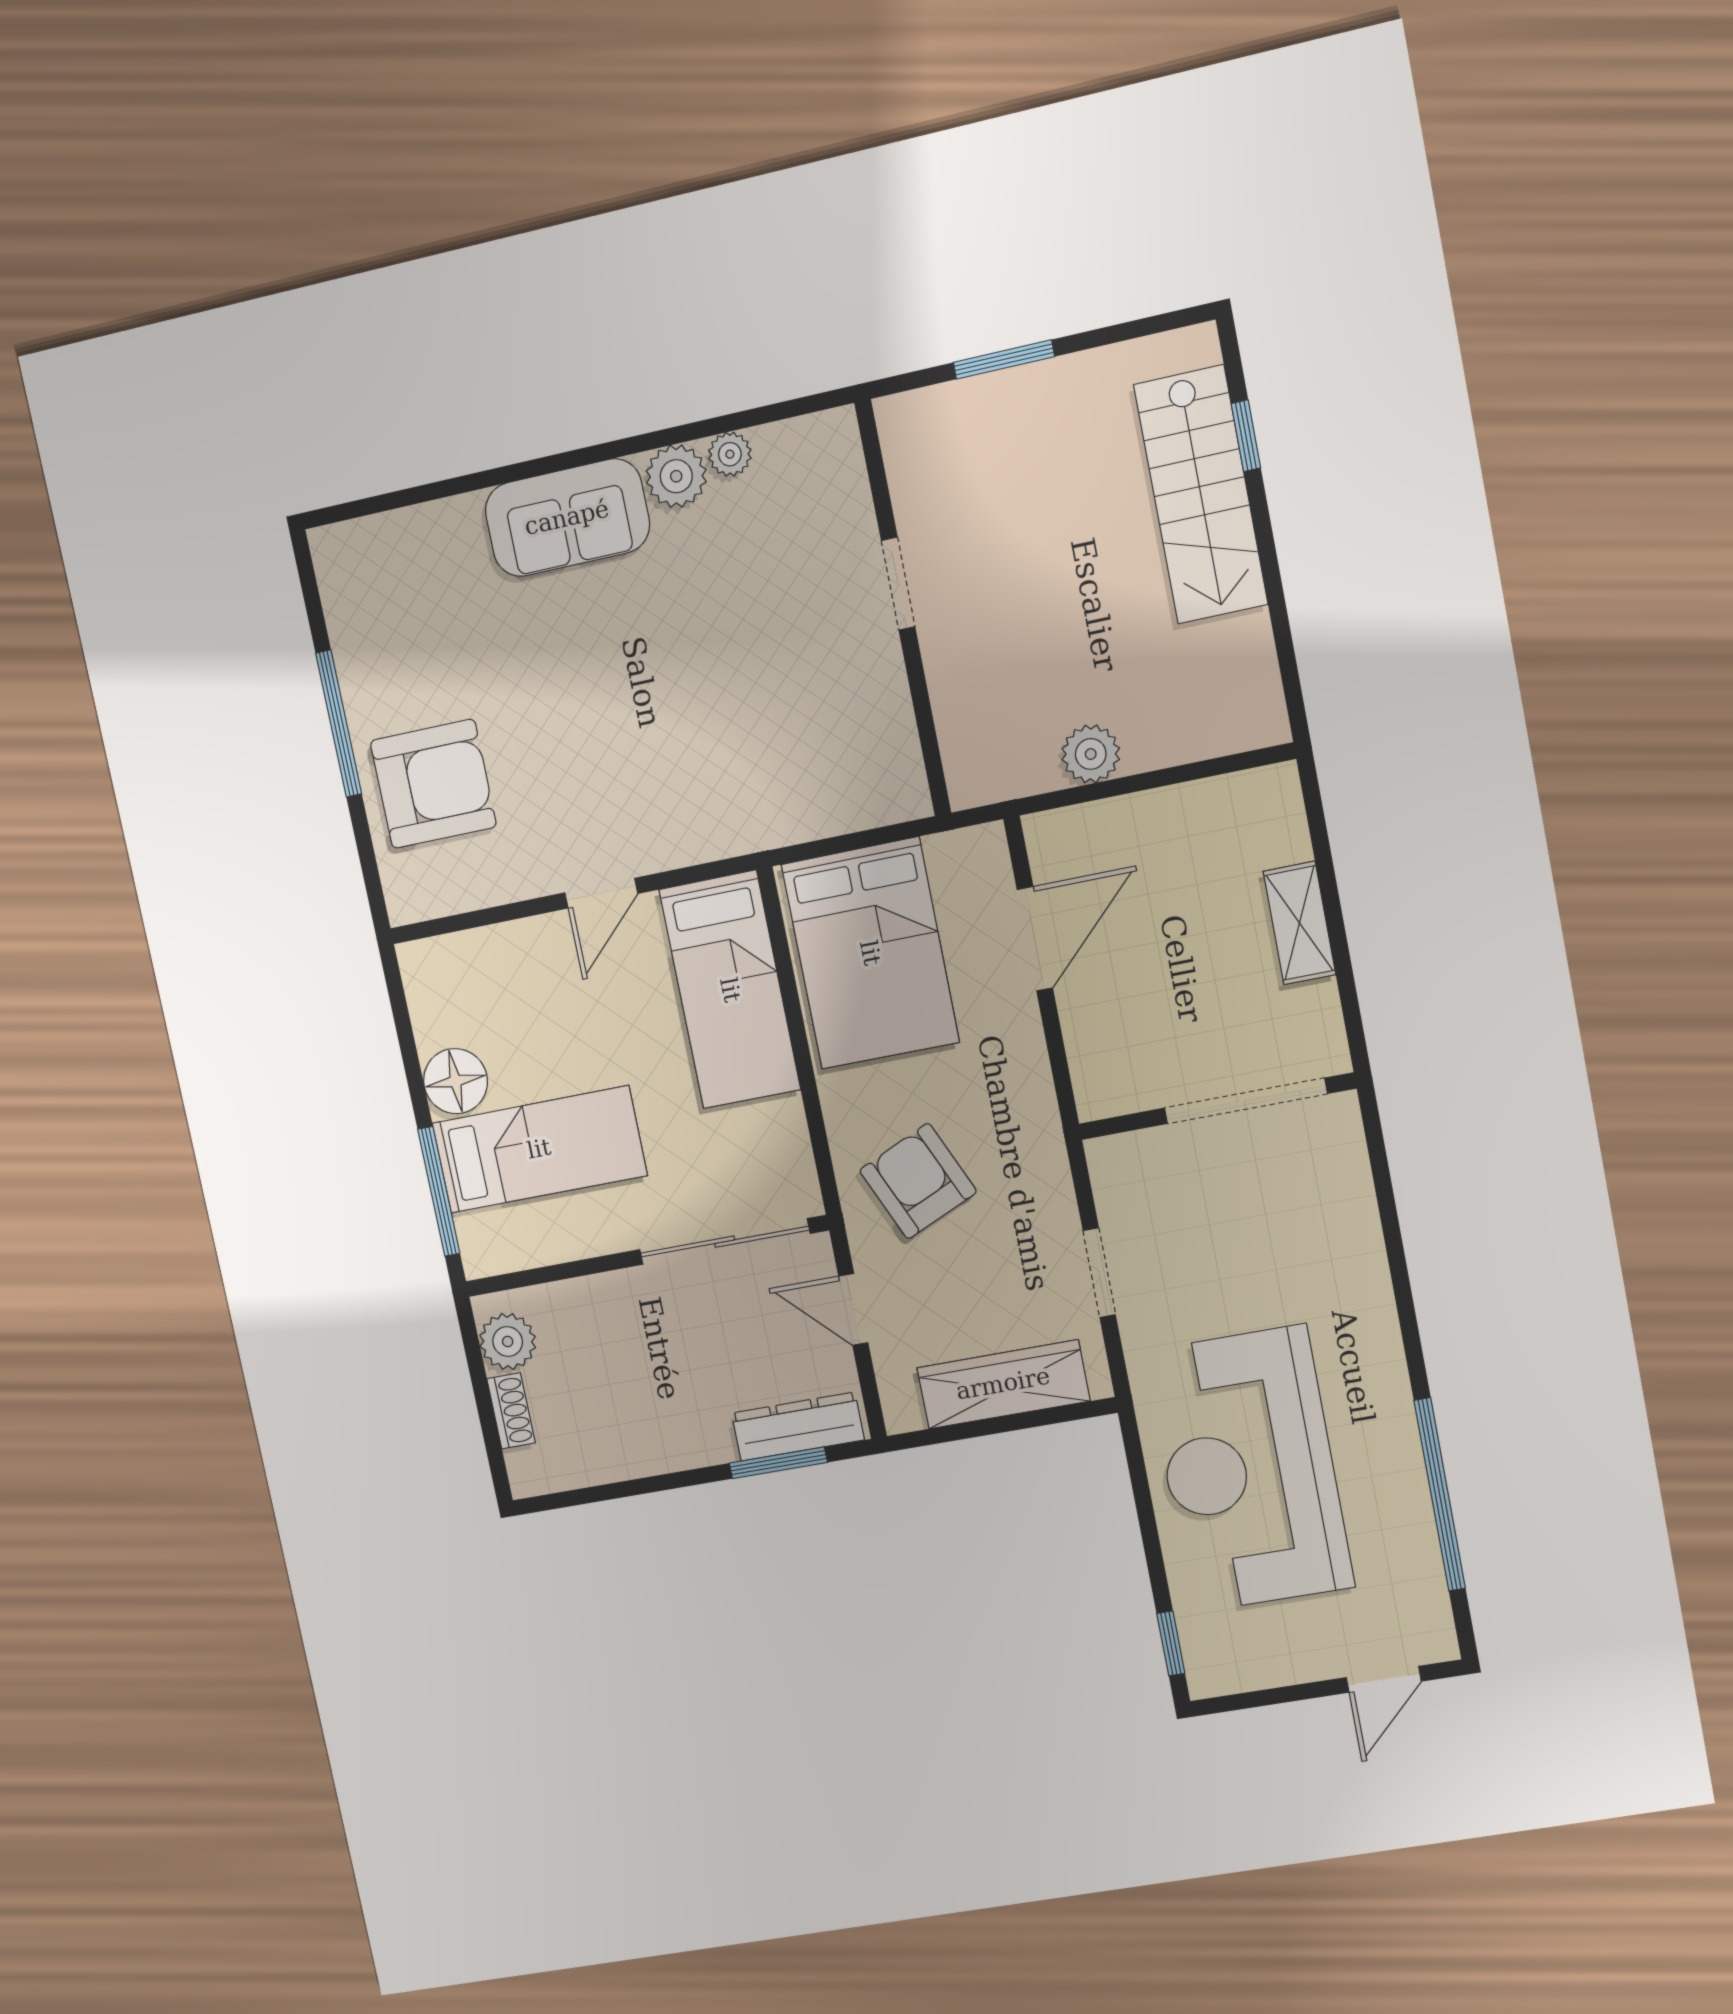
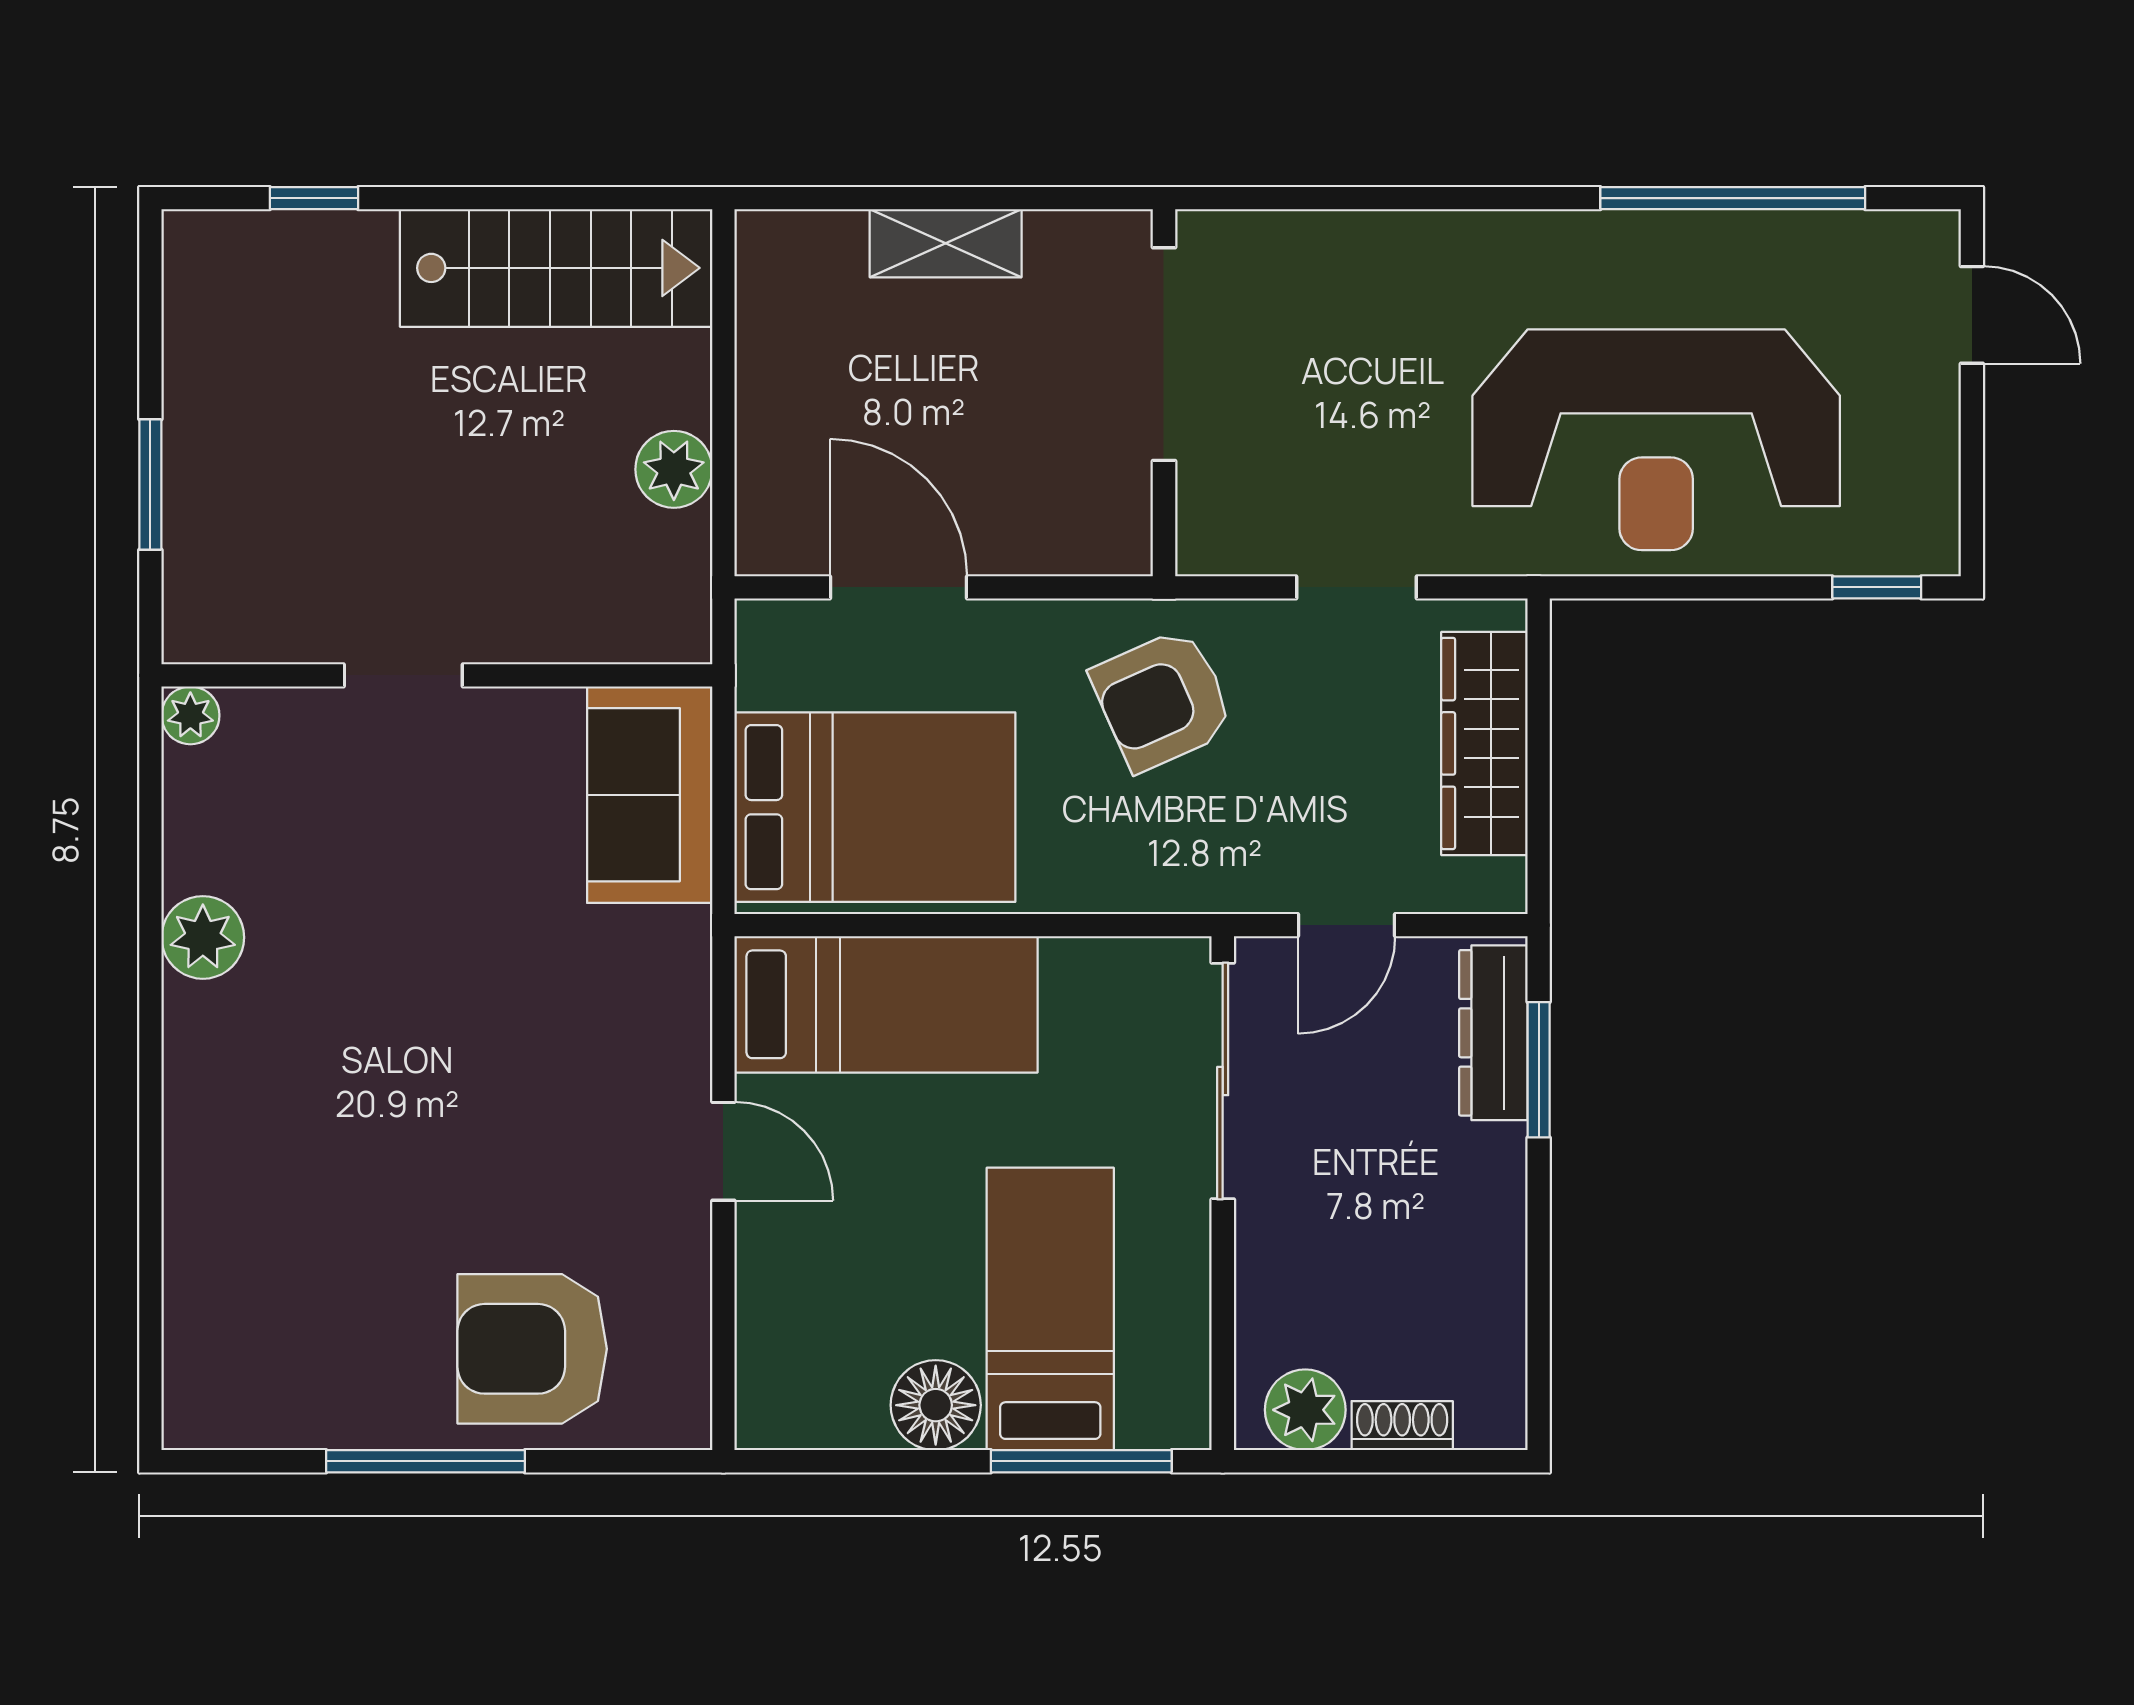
plant: (730, 454) -> (190, 715), moved
stairs: (1201, 495) -> (556, 268), moved
sofa: (567, 518) -> (650, 795), moved, turned 180
armchair: (433, 784) -> (532, 1349), turned -90
armchair: (918, 1181) -> (1163, 700), moved

